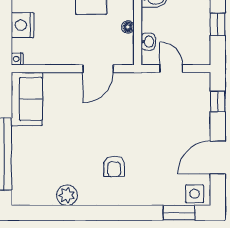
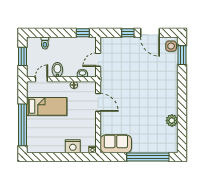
window: (218, 24) -> (83, 33), moved
window: (218, 102) -> (128, 33), moved
armchair: (114, 166) -> (155, 93), removed

